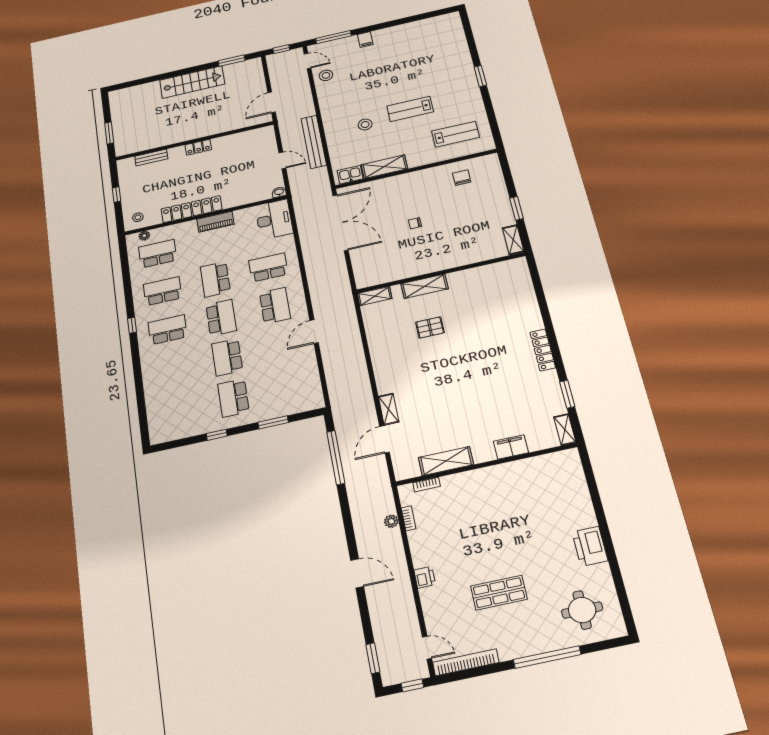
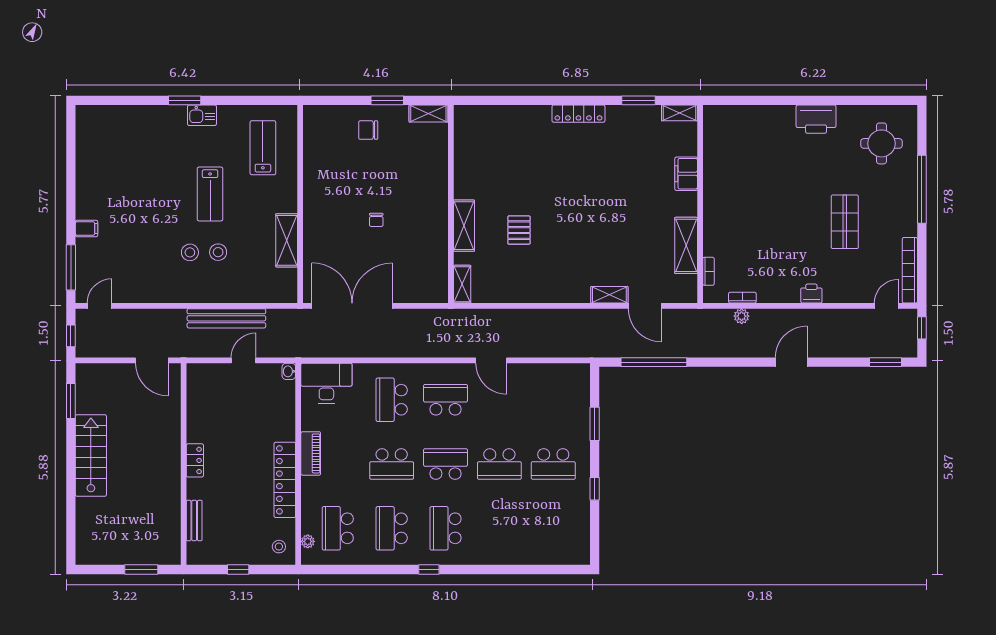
stool: (326, 75) -> (190, 252), moved
kitchen sink: (350, 175) -> (202, 115), moved, turned -90
chair: (462, 178) -> (368, 130), moved

